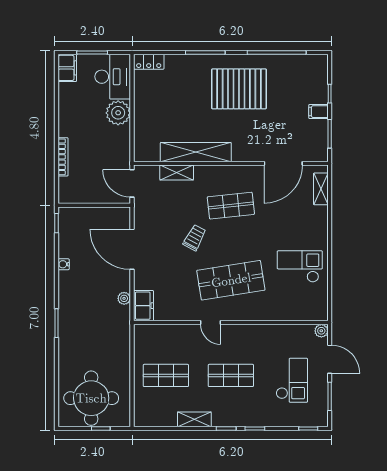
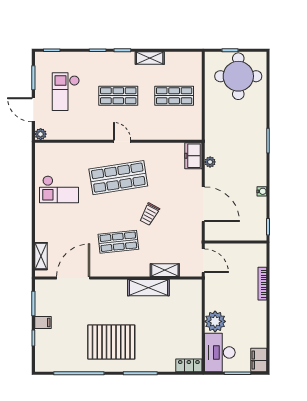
shelving: (196, 152) -> (148, 288), width x0.68
door: (211, 322) -> (122, 141), moved

